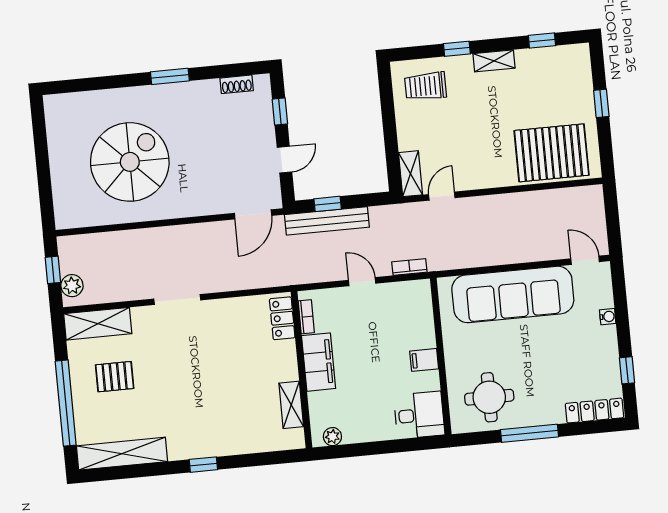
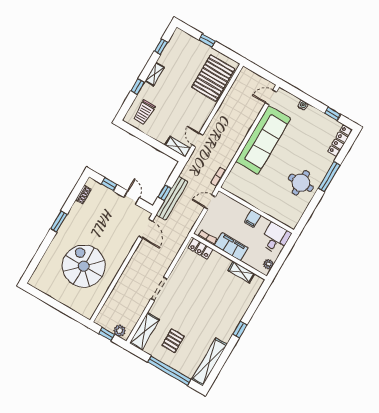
wall: (441, 356) -> (256, 210), moved
filing cabinet: (424, 360) -> (253, 219), moved
desk: (419, 415) -> (275, 238), moved

